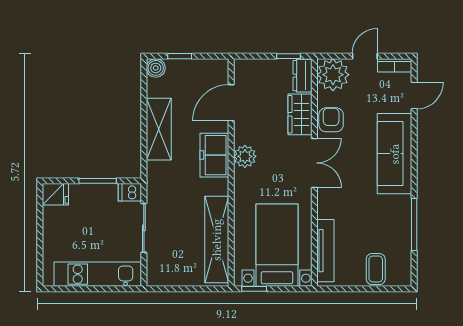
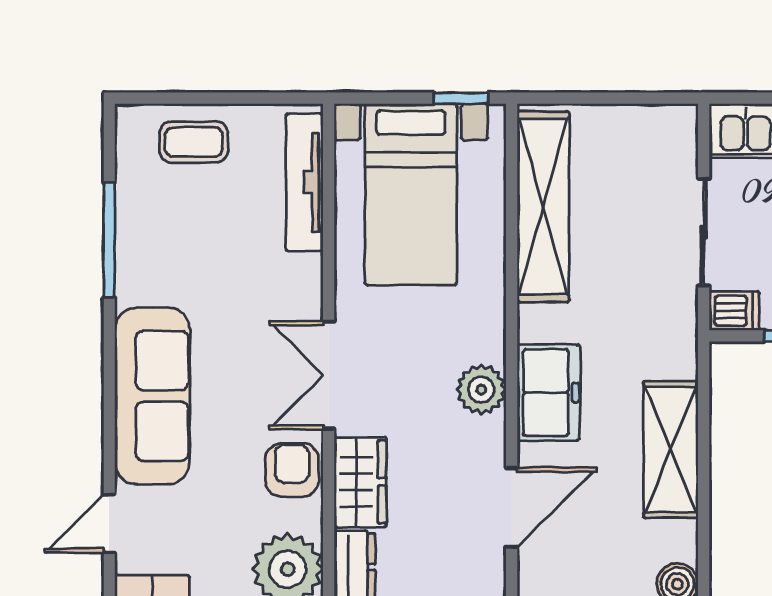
armchair: (331, 120) -> (292, 470), turned 180
coffee table: (376, 269) -> (194, 142), turned 90

